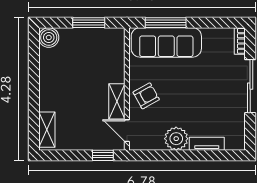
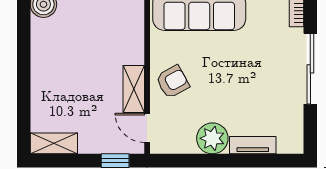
shelving: (47, 130) -> (54, 143), moved, turned 90

